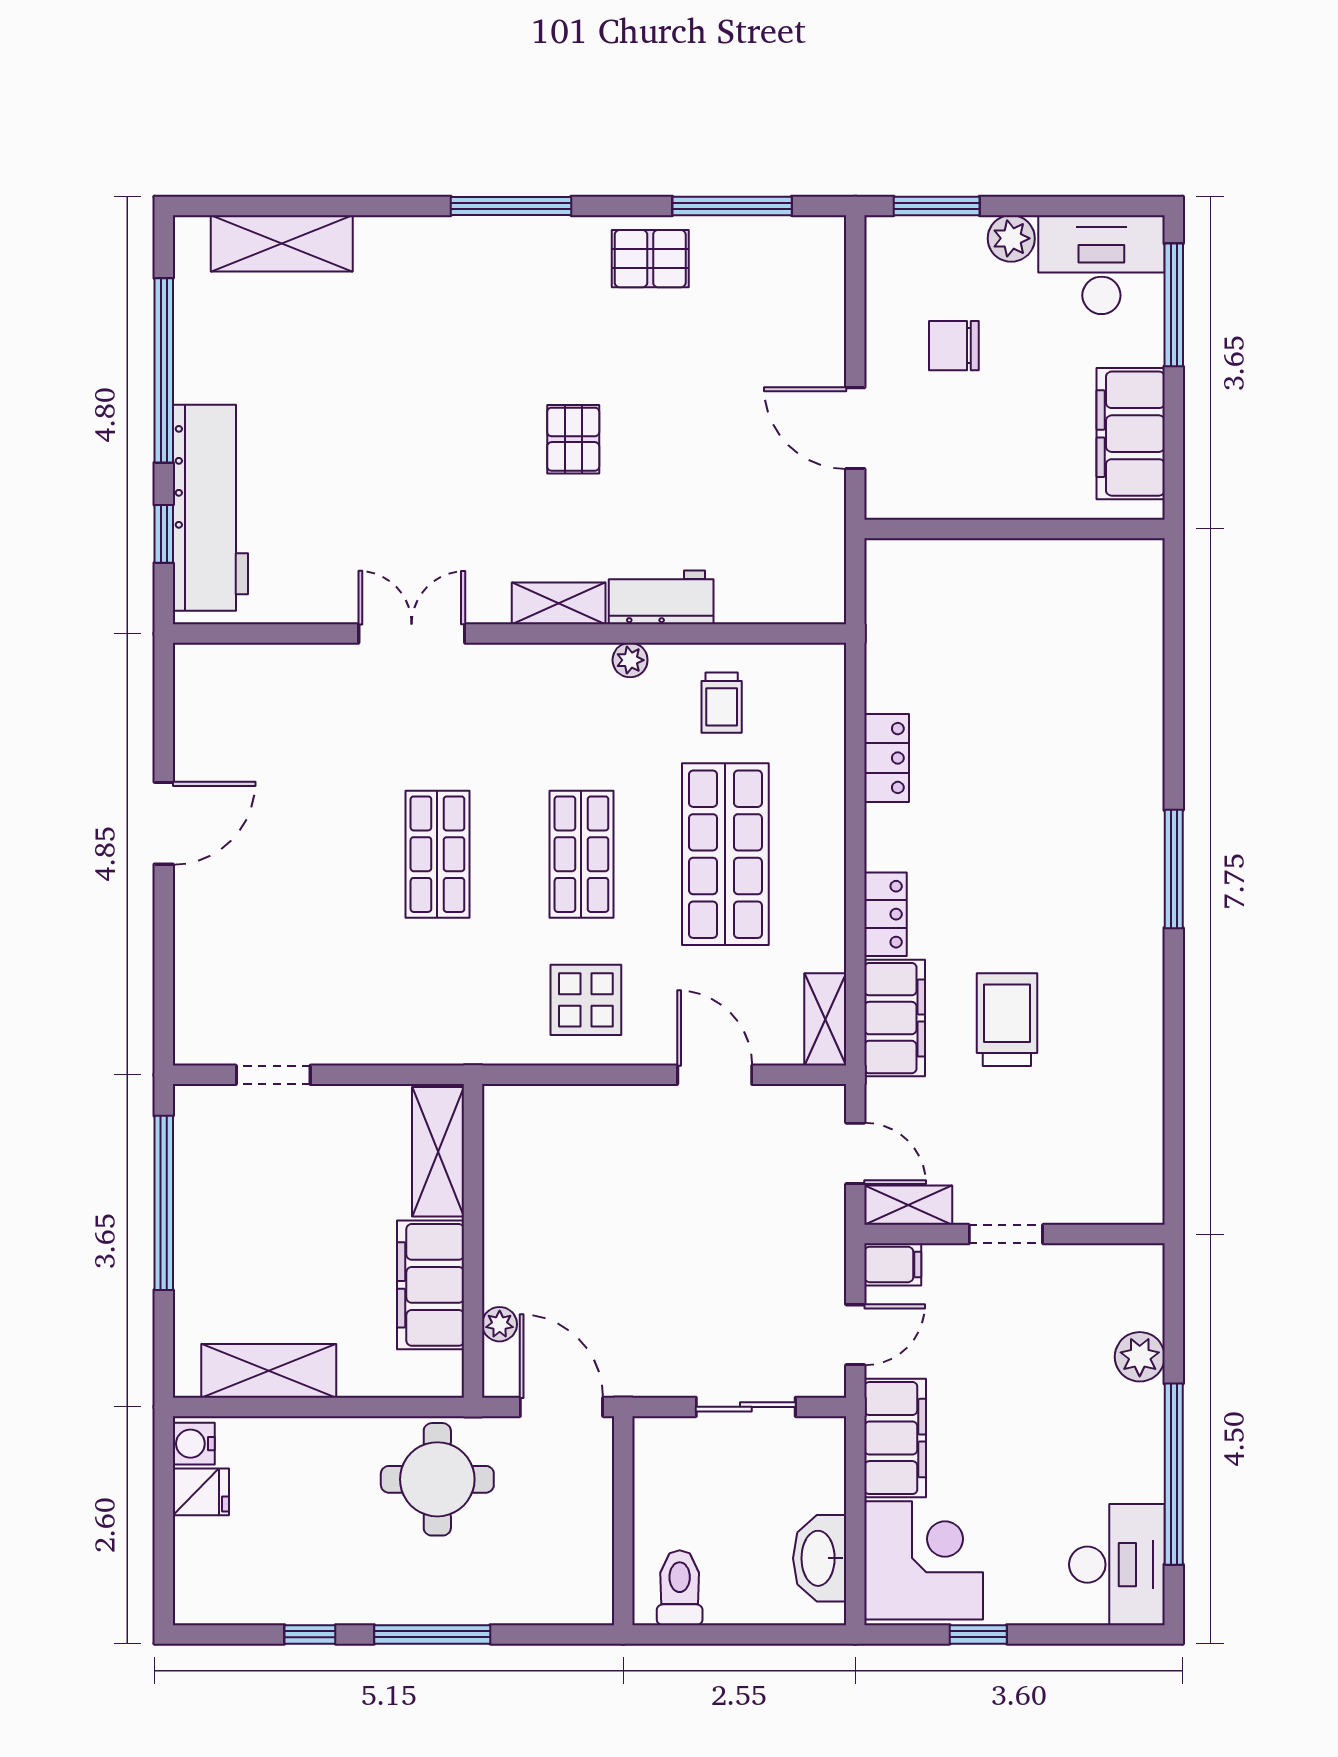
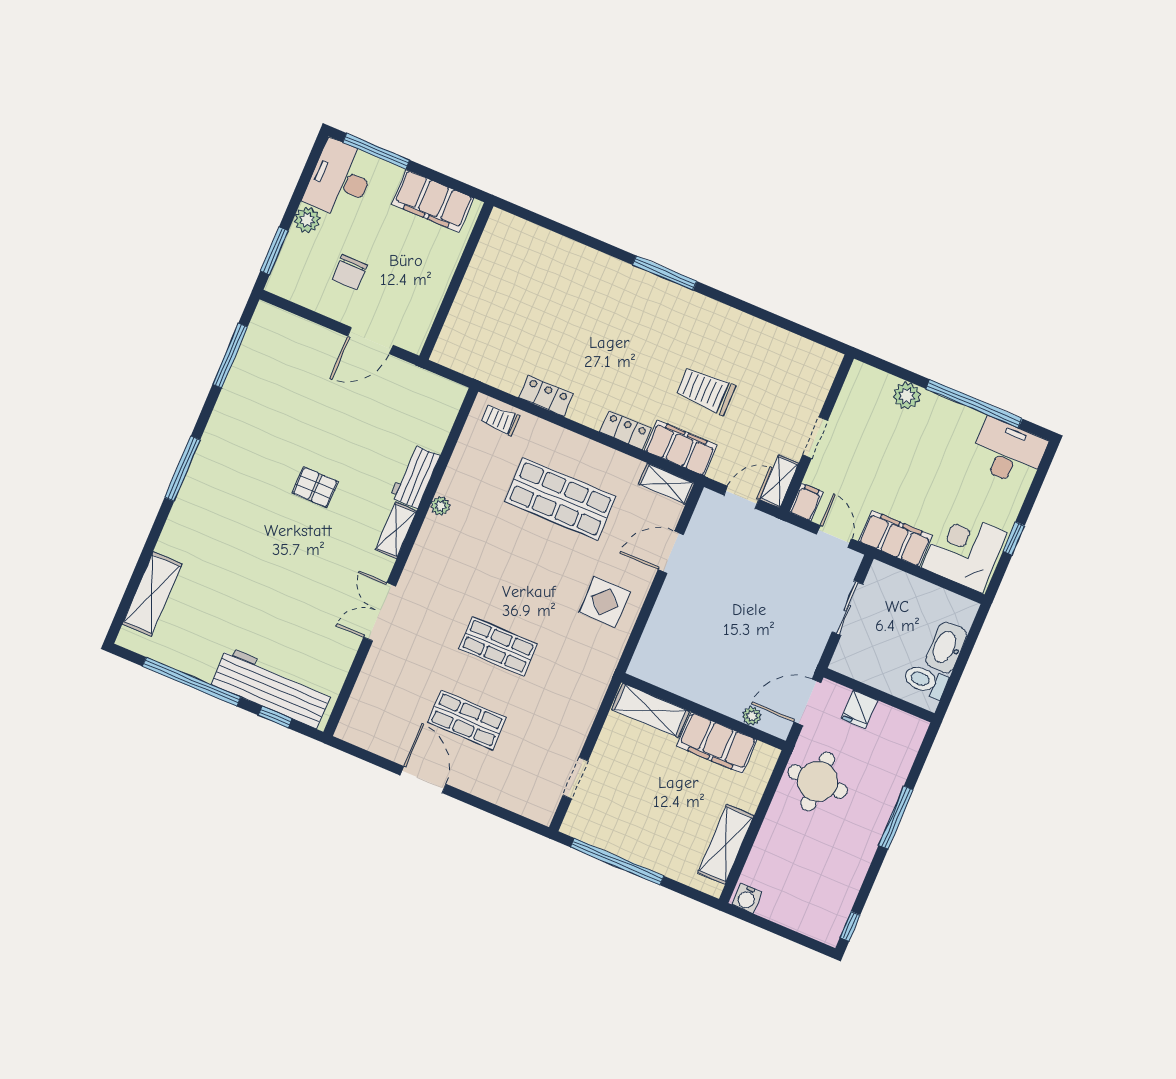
pallet: (650, 259) -> (239, 409), removed
trolley: (722, 703) -> (500, 420), moved, turned 180
shop shelf: (581, 854) -> (467, 720), moved
fridge: (201, 1492) -> (859, 709), moved, turned 180
washbasin: (820, 1558) -> (946, 648), moved, turned 90
window: (310, 1634) -> (850, 926), moved

